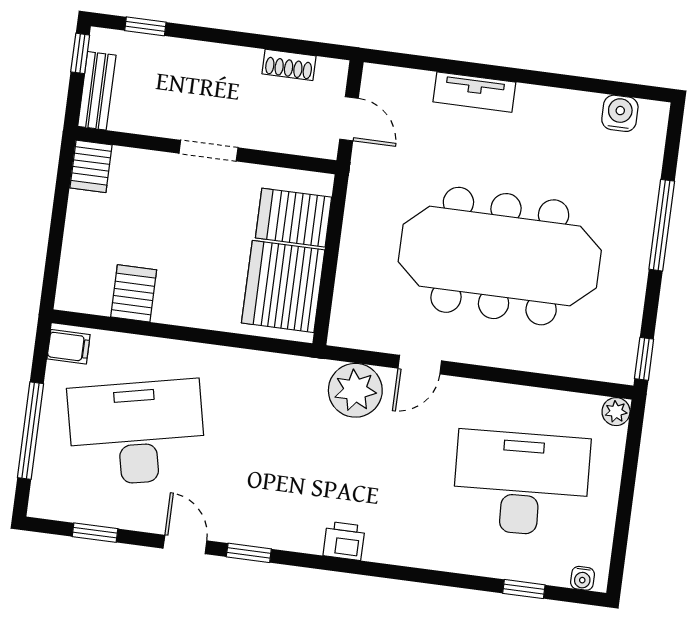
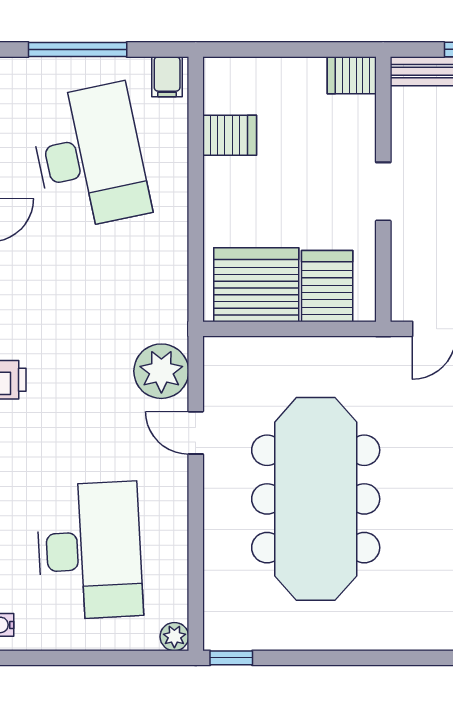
window: (662, 225) -> (368, 658), removed

